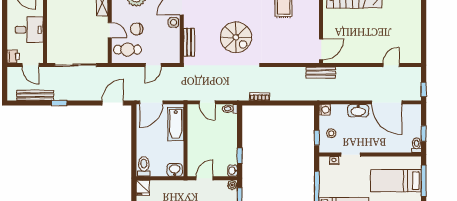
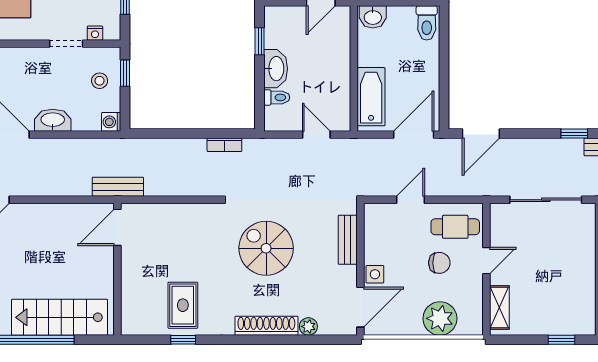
door: (110, 30) -> (486, 261), swing flipped
toilet: (230, 109) -> (277, 97), moved
washbasin: (232, 171) -> (276, 69), moved, width x1.91, depth x1.45

